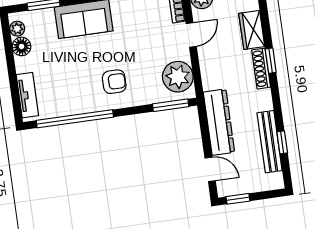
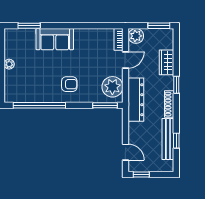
plant: (17, 29) -> (9, 64), moved
floor lamp: (22, 46) -> (10, 52), removed
shoe rack: (261, 69) -> (169, 104), moved
tv unit: (27, 95) -> (10, 85), removed
dresser: (219, 122) -> (136, 100), moved

